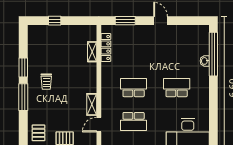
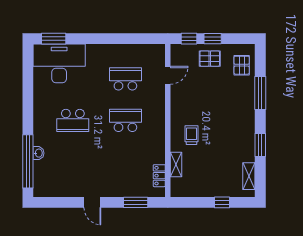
locker: (106, 47) -> (159, 176), width x0.66
trolley: (46, 82) -> (192, 135), moved
school desk: (134, 88) -> (125, 120), turned 180
window: (23, 97) -> (260, 93), moved
shelving: (92, 104) -> (249, 176), moved

